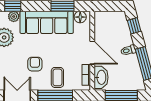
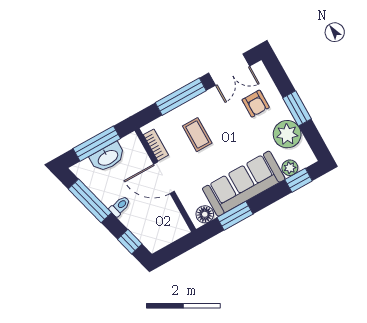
armchair: (35, 64) -> (256, 104), moved
coffee table: (57, 77) -> (197, 135), moved
washbasin: (101, 77) -> (108, 157), moved, turned -90

